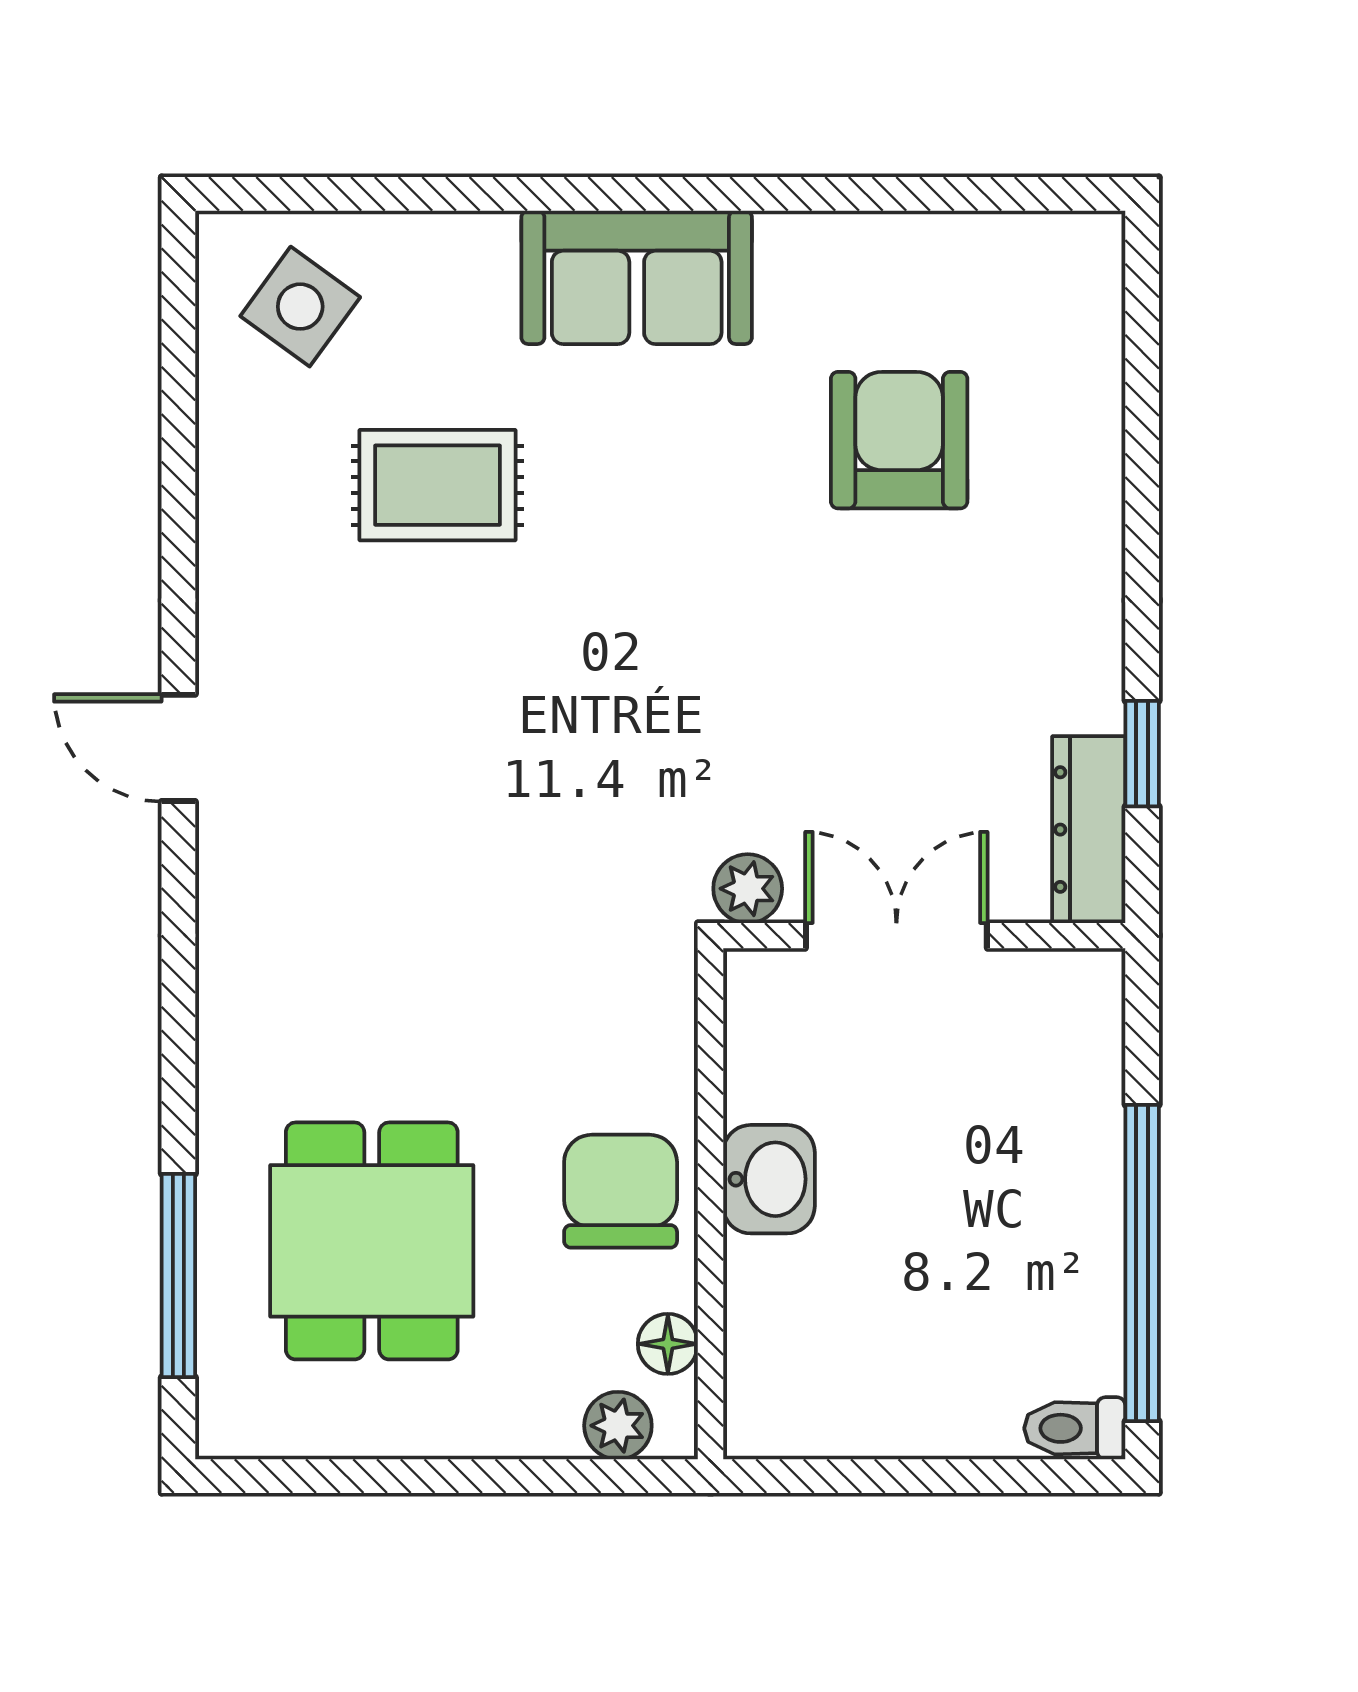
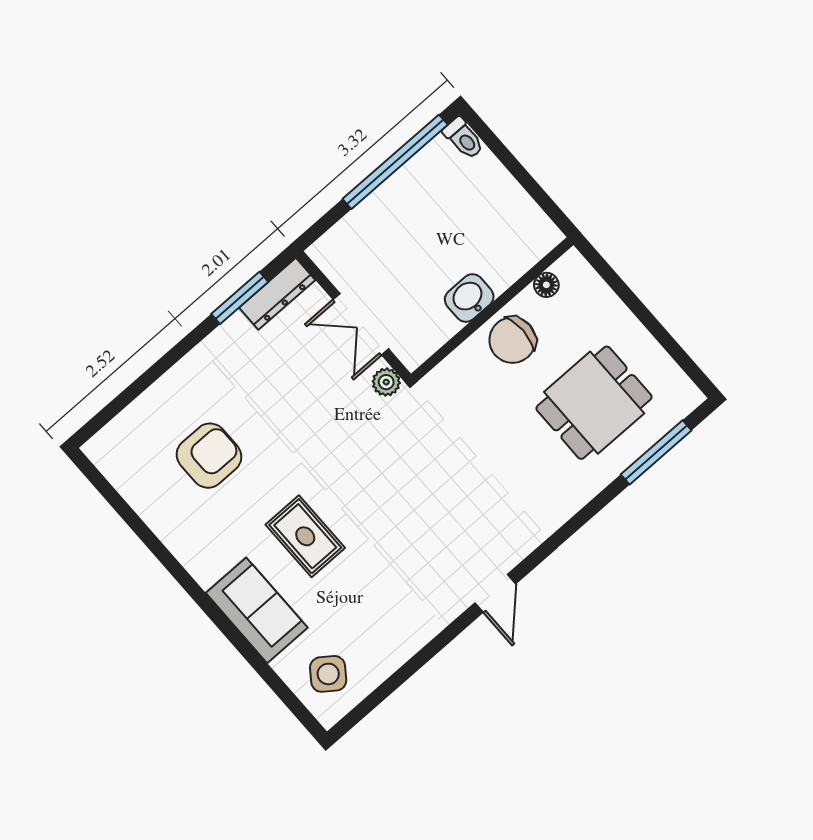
sofa: (637, 277) -> (257, 610), moved
armchair: (899, 440) -> (209, 456), turned 180
rug: (437, 485) -> (305, 536), moved
window: (1142, 754) -> (240, 298), width x1.50
plant: (618, 1426) -> (585, 278), removed

